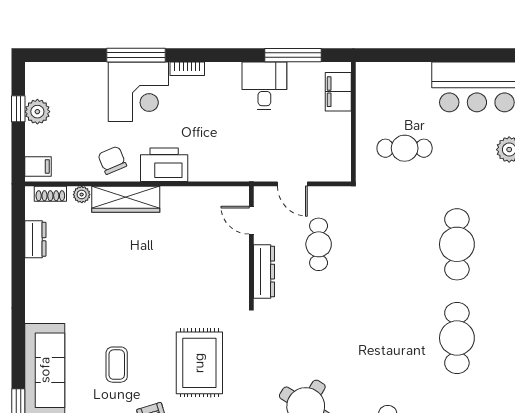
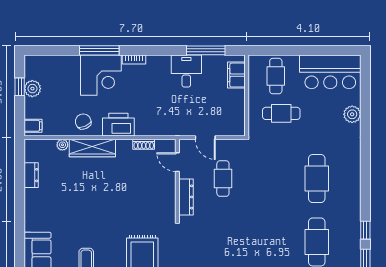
cafe table: (396, 93) -> (276, 76), added
shoe rack: (50, 194) -> (144, 144), moved

